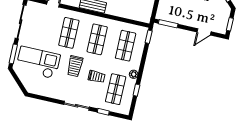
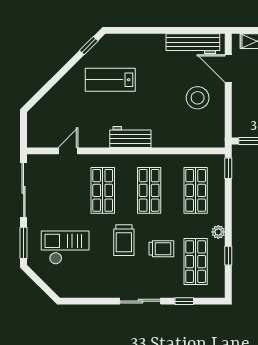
checkout: (38, 63) -> (65, 248), width x0.73, depth x0.83

